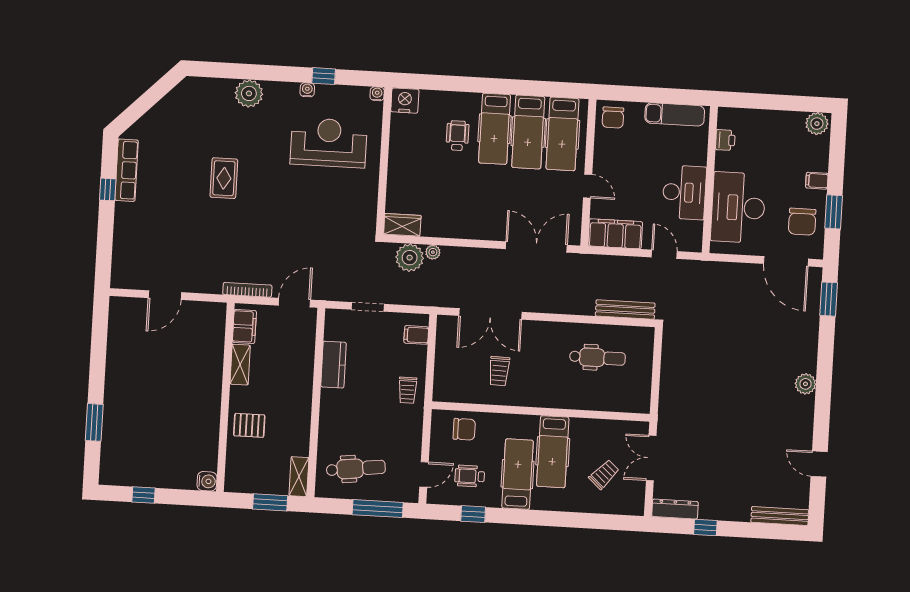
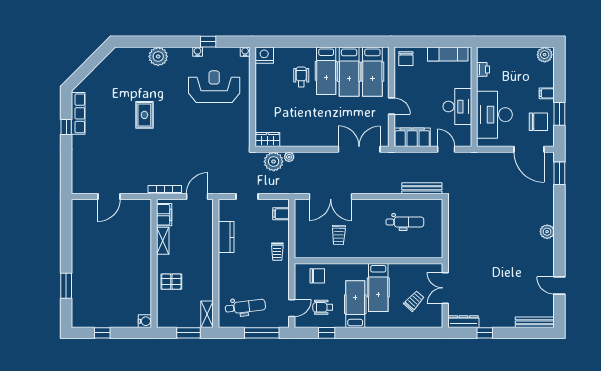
chair: (802, 222) -> (538, 122), turned -90

